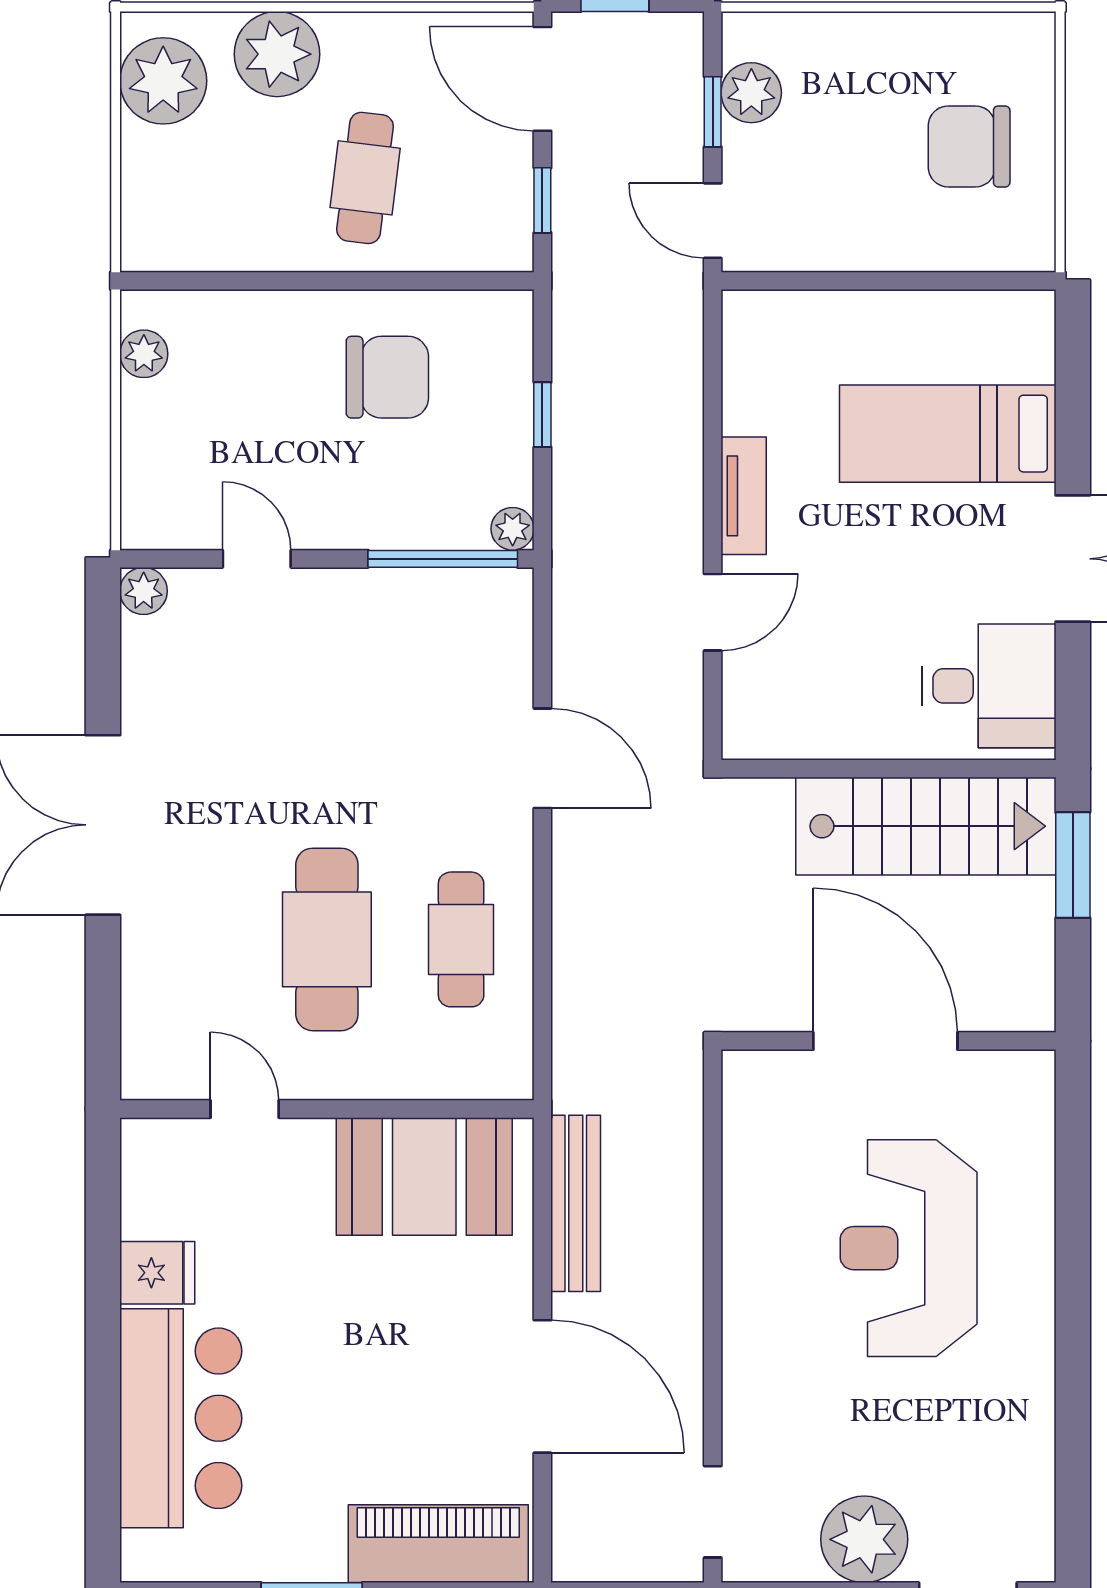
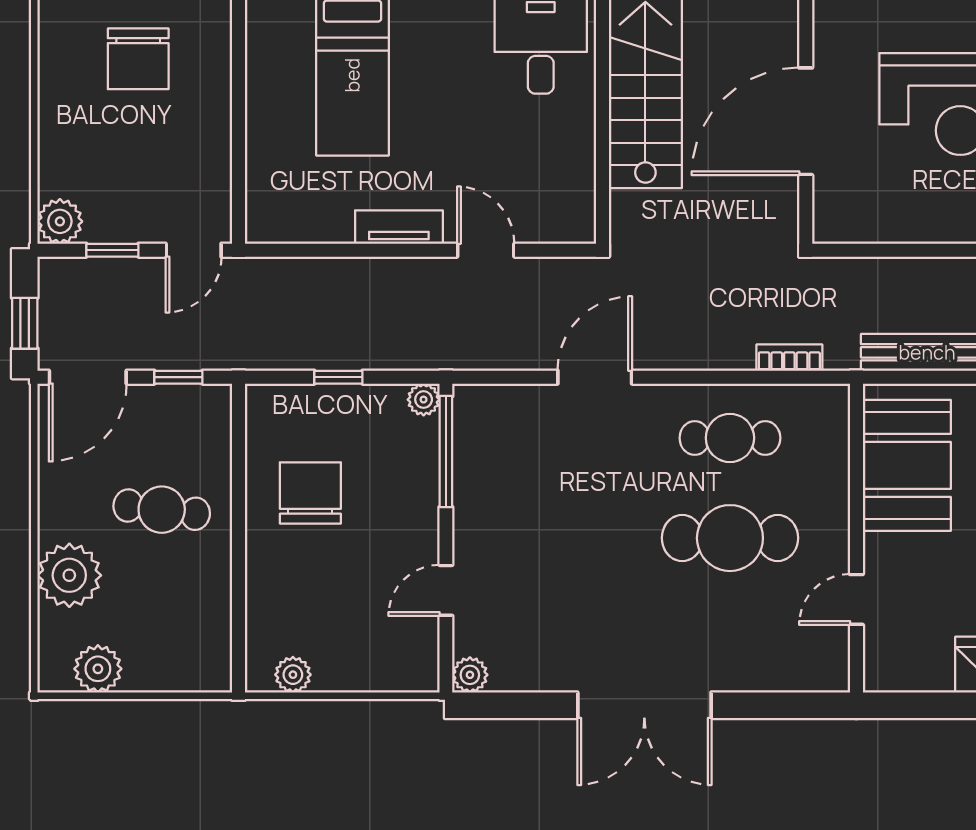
plant: (163, 81) -> (98, 669), width x0.73, depth x0.73
plant: (751, 93) -> (60, 221), moved
bookcase: (569, 1019) -> (789, 358), added

